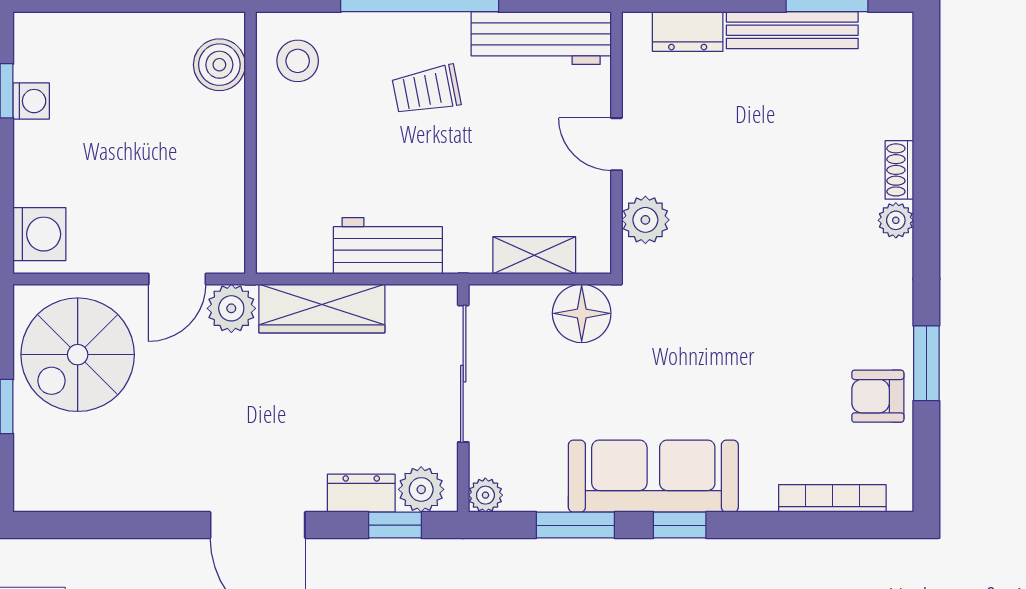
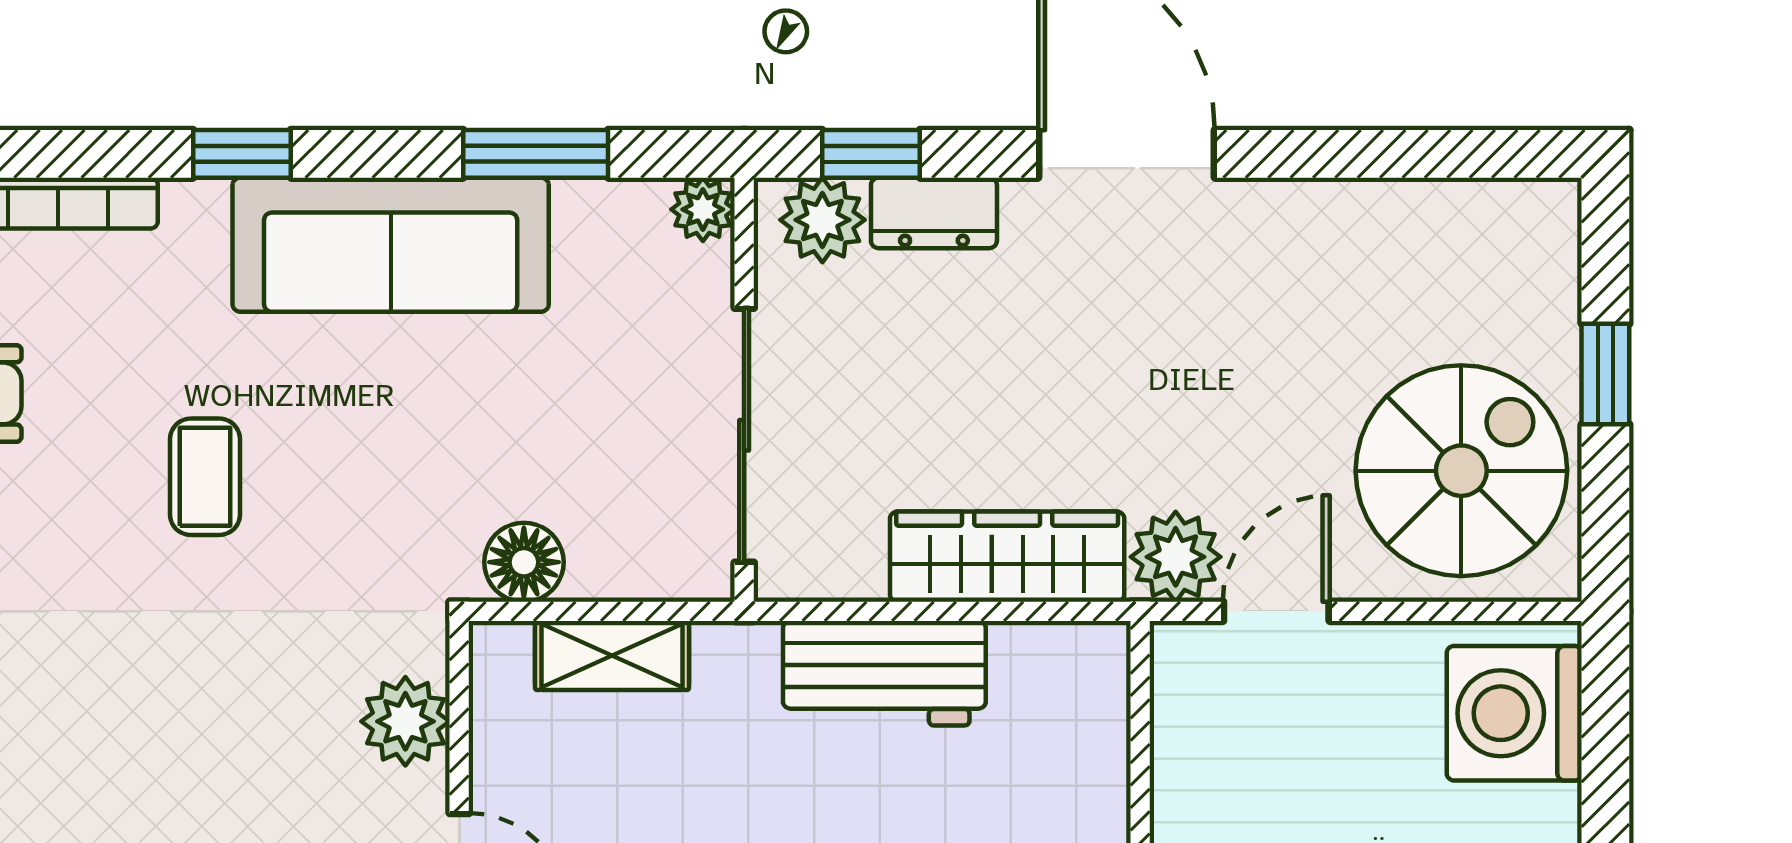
washing machine: (39, 234) -> (1514, 713), width x1.37, depth x1.37
floor lamp: (582, 313) -> (524, 562), width x0.73, depth x0.73
coffee table: (753, 351) -> (205, 477), added
window: (680, 525) -> (242, 154), moved

